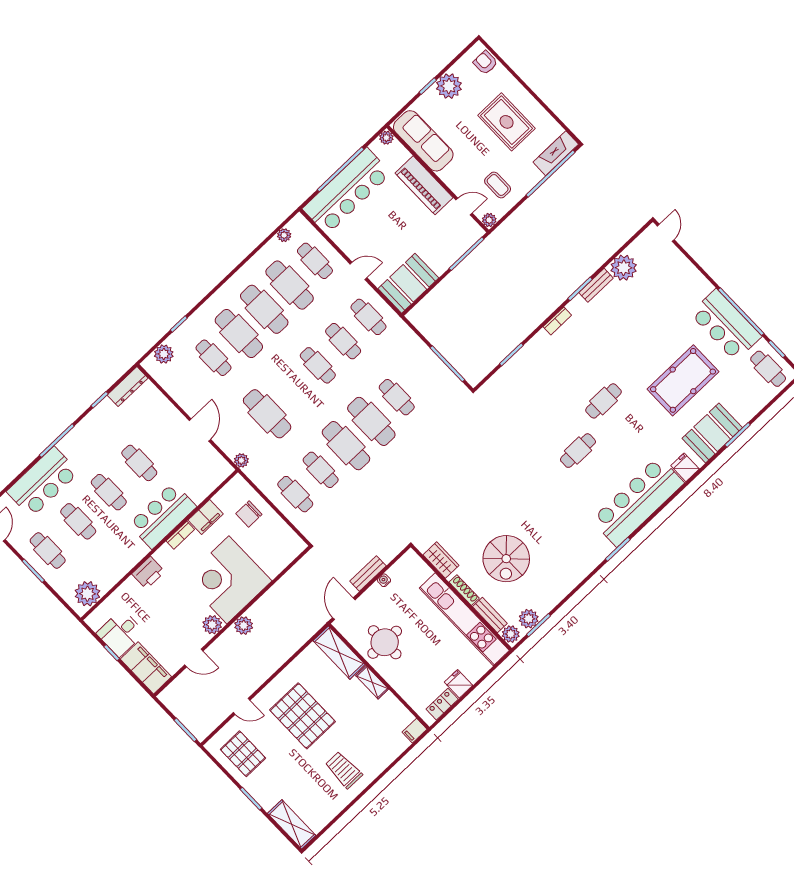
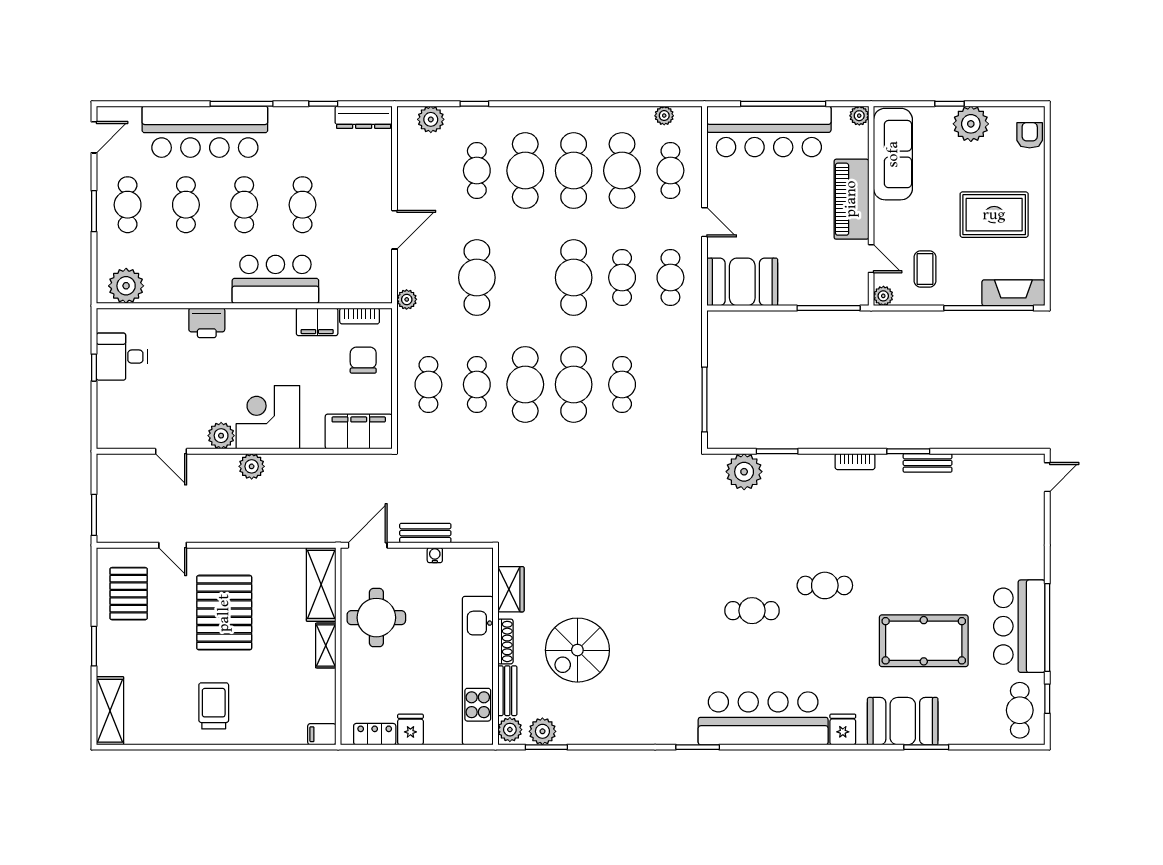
rug: (507, 122) -> (994, 215), turned 90
plant: (624, 268) -> (744, 472), moved
cafe table: (318, 365) -> (574, 278), width x1.37, depth x1.35
bar counter: (43, 482) -> (205, 132), width x1.36
chair: (249, 514) -> (363, 360), turned 90
bookcase: (180, 535) -> (360, 316), moved
corner desk: (228, 580) -> (268, 417), width x0.74, depth x0.74
filing cabinet: (146, 668) -> (359, 432), moved, turned -90

